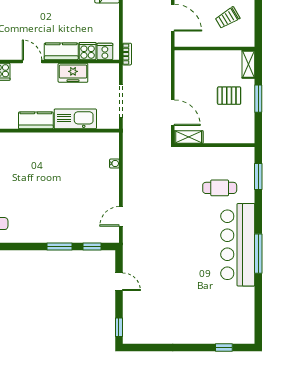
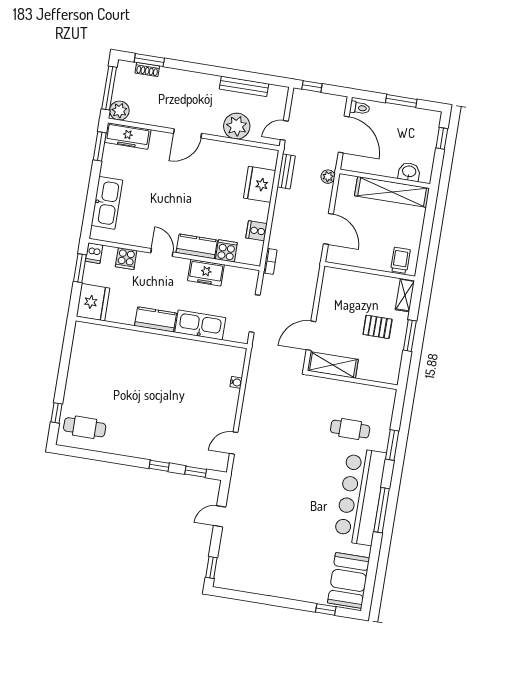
trolley: (228, 18) -> (400, 260), moved, turned 121
cooker: (105, 51) -> (257, 231), moved, turned -90
door: (173, 113) -> (311, 336), swing flipped
shelving: (189, 137) -> (333, 365), width x1.50, depth x1.33
window: (258, 177) -> (392, 445), moved
window: (59, 246) -> (159, 466), width x0.67
door: (119, 282) -> (220, 516), swing flipped
booth: (240, 319) -> (349, 580), added

